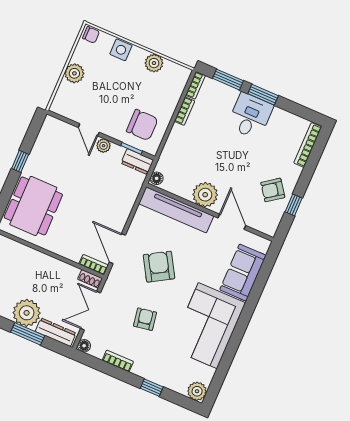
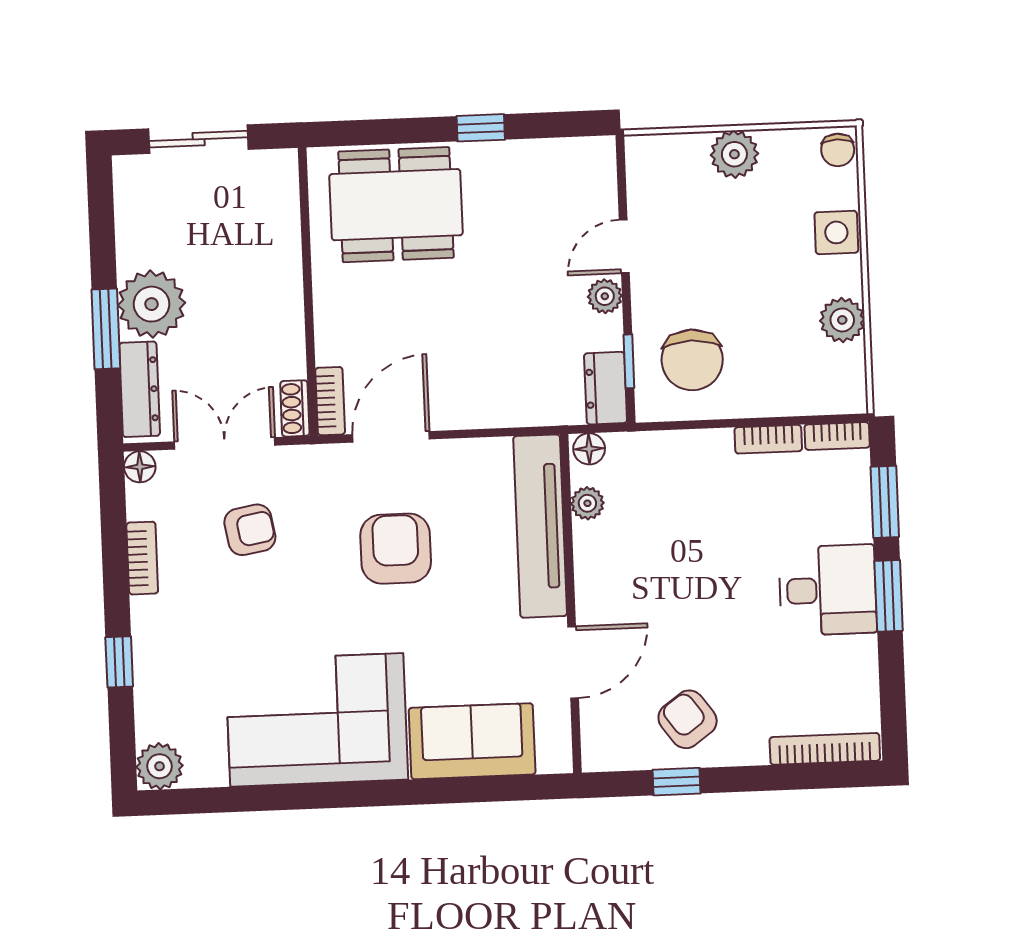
plant: (205, 195) -> (587, 503), moved, width x0.53, depth x0.53
armchair: (159, 267) -> (396, 549), turned -59
armchair: (145, 319) -> (250, 530), moved

